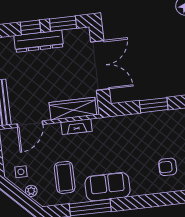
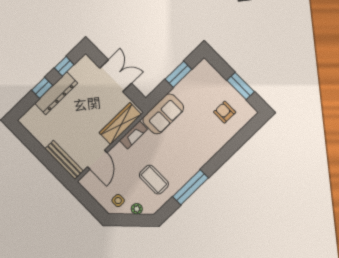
window: (63, 24) -> (64, 66), width x0.67
double door: (100, 65) -> (116, 76), width x0.73
armchair: (168, 167) -> (225, 112), turned 90
sofa: (108, 187) -> (163, 114), moved, turned 180

